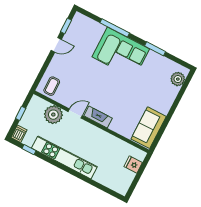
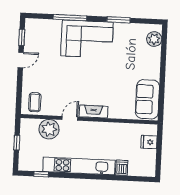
dishwasher: (19, 134) -> (122, 168), moved

